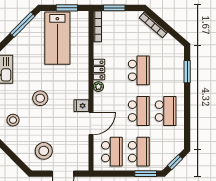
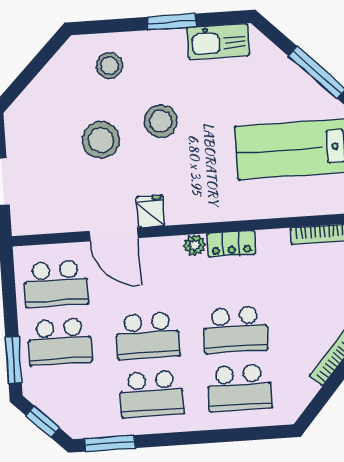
school desk: (166, 70) -> (239, 388), added
window: (187, 72) -> (110, 443), moved
stool: (44, 151) -> (101, 140), moved

